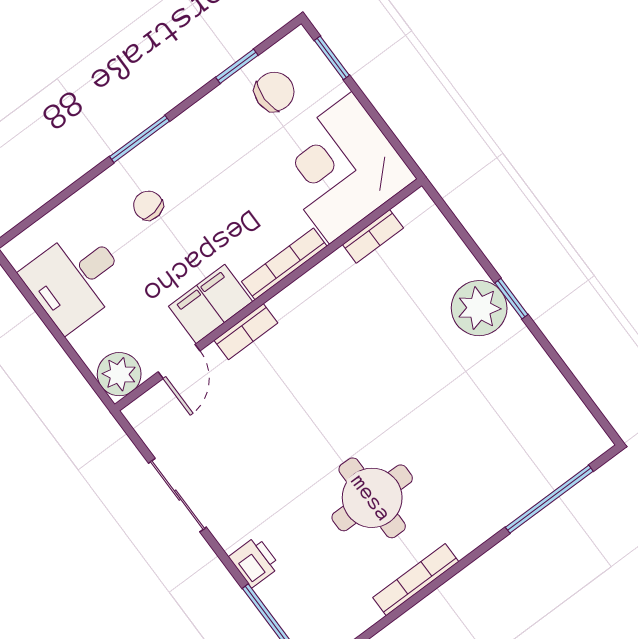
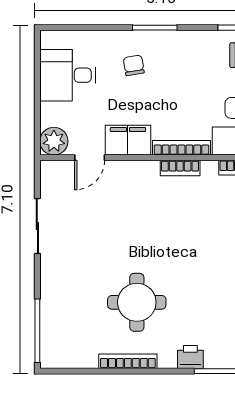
bookcase: (246, 332) -> (180, 168), moved
printer: (254, 562) -> (190, 357), moved, turned -90

